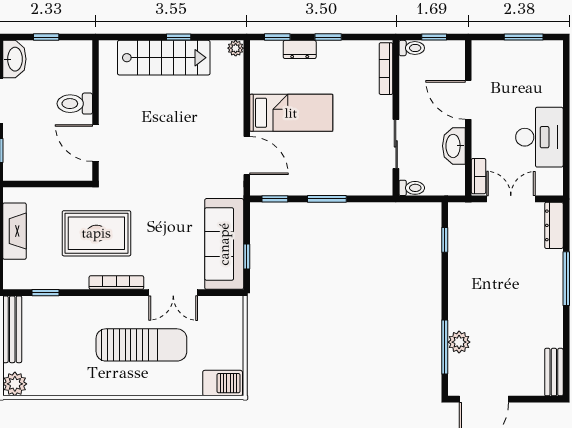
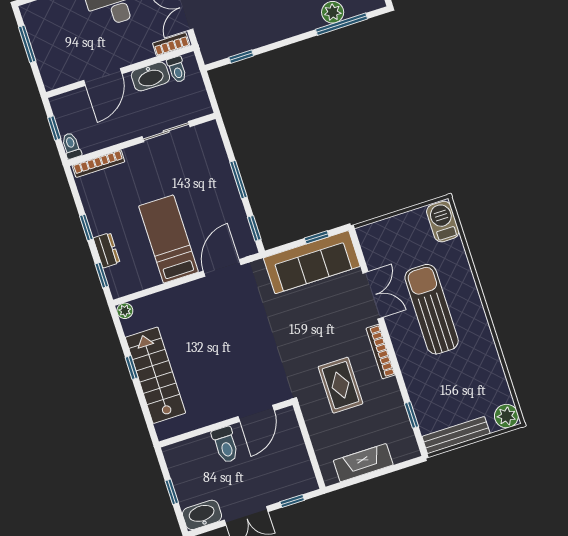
toilet: (412, 188) -> (177, 69), moved, turned 180
rug: (96, 233) -> (340, 385), width x0.73, depth x0.70

